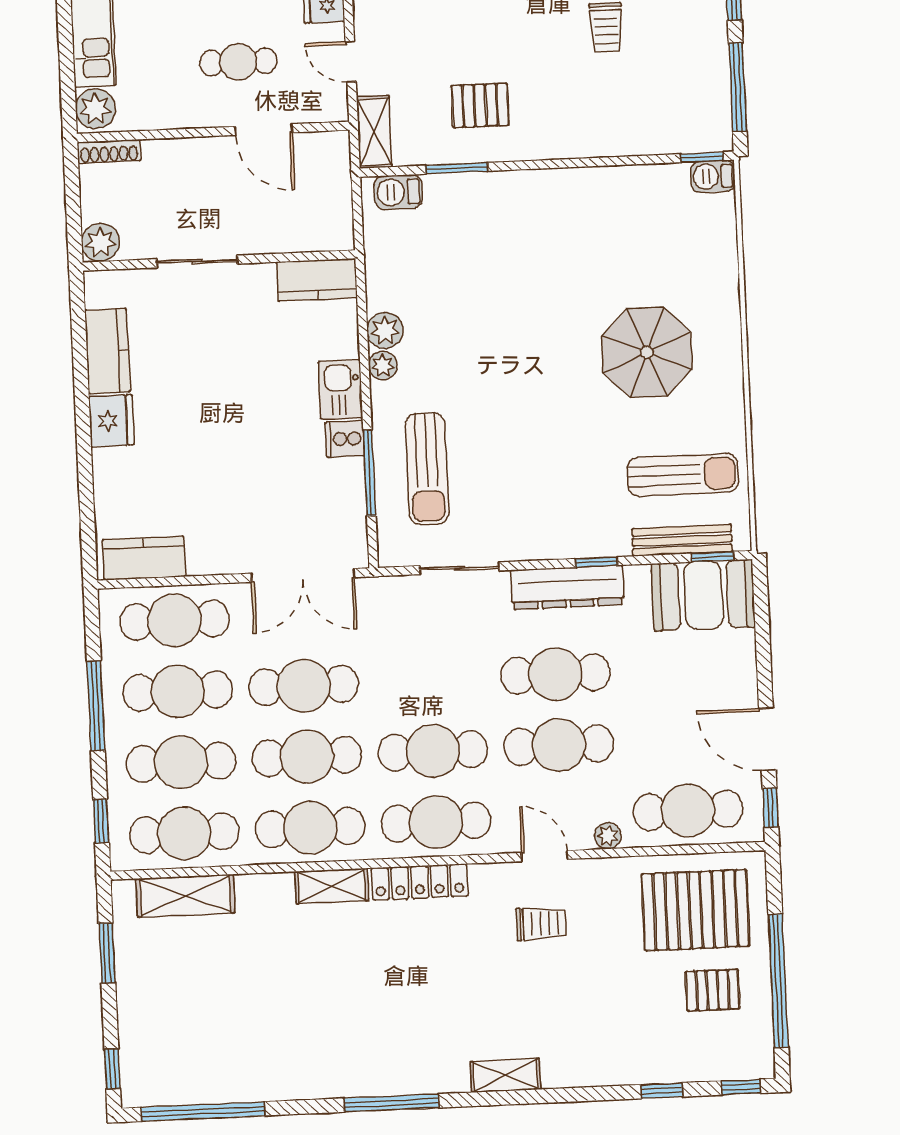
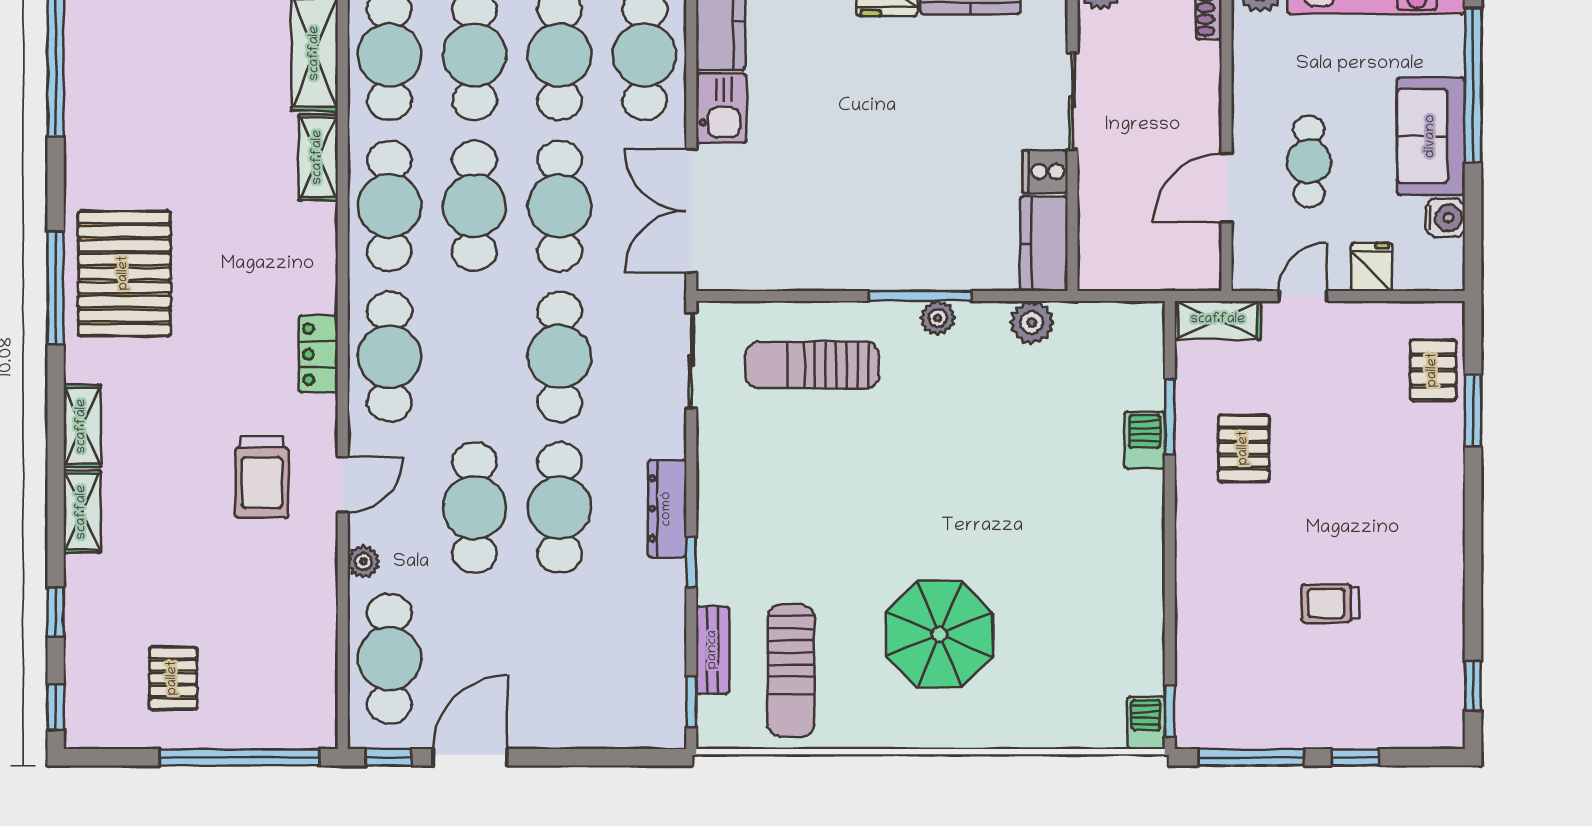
barbecue: (398, 192) -> (1145, 440), moved
plant: (385, 330) -> (1032, 322), moved
kitchen sink: (340, 389) -> (721, 108), moved, turned 90
cooker: (345, 439) -> (1045, 172), moved, turned -90
window: (369, 473) -> (920, 296), moved
bench: (682, 540) -> (713, 650), width x0.73
sliding door: (459, 568) -> (691, 360), moved
dresser: (567, 587) -> (667, 509), width x0.73, depth x0.80
booth: (703, 595) -> (646, 689), removed
cafe table: (433, 751) -> (560, 357), moved
locker: (420, 882) -> (318, 354), width x0.66
shelving: (332, 886) -> (318, 157), moved
pallet: (695, 910) -> (124, 273), moved
trolley: (541, 924) -> (262, 477), width x1.36, depth x1.39
window: (778, 981) -> (239, 757), moved
shelving: (577, 1072) -> (82, 512), added

